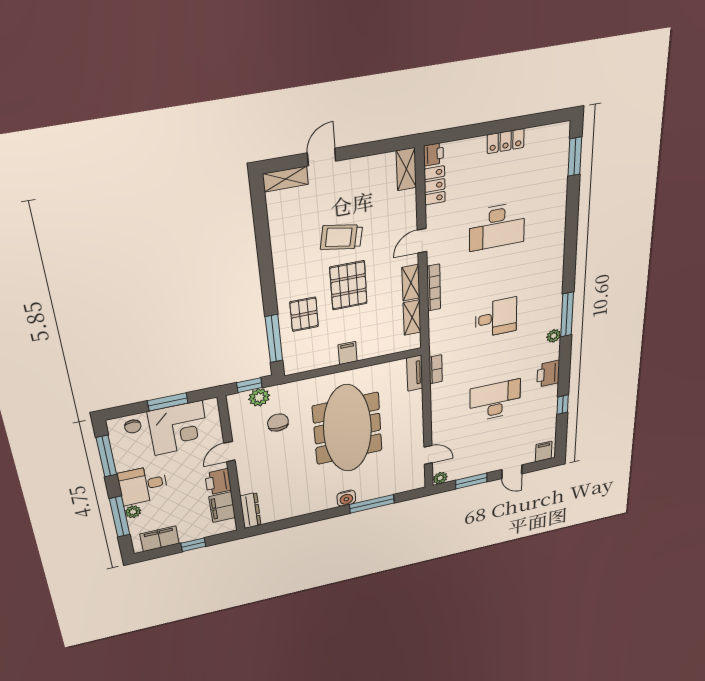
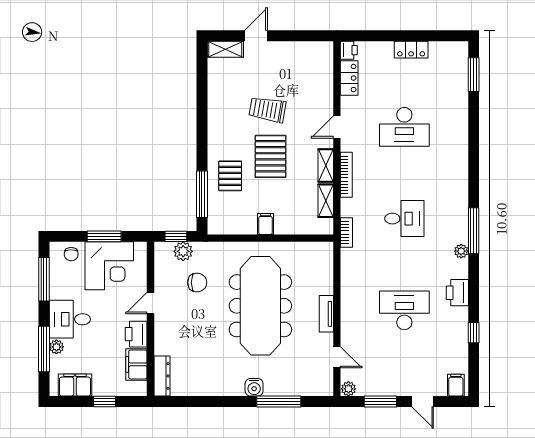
shelving: (406, 169) -> (325, 59), removed
bookcase: (436, 369) -> (346, 233), moved
tv unit: (415, 373) -> (326, 314), moved
chair: (278, 422) -> (197, 282), turned 90

